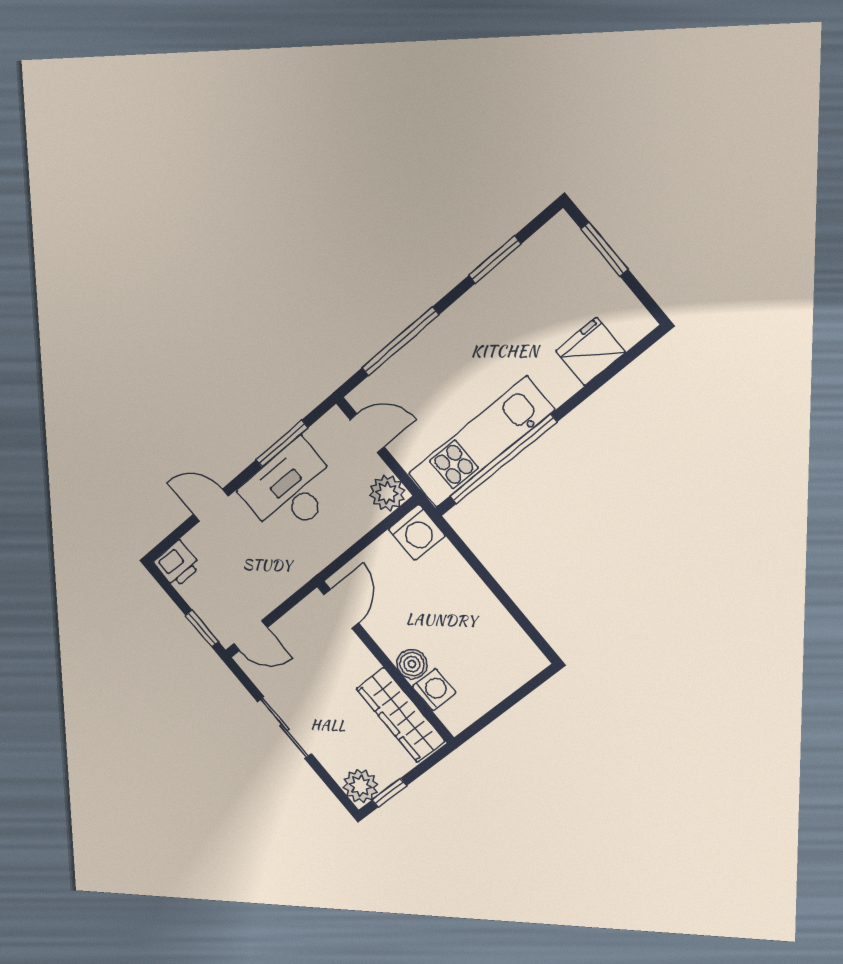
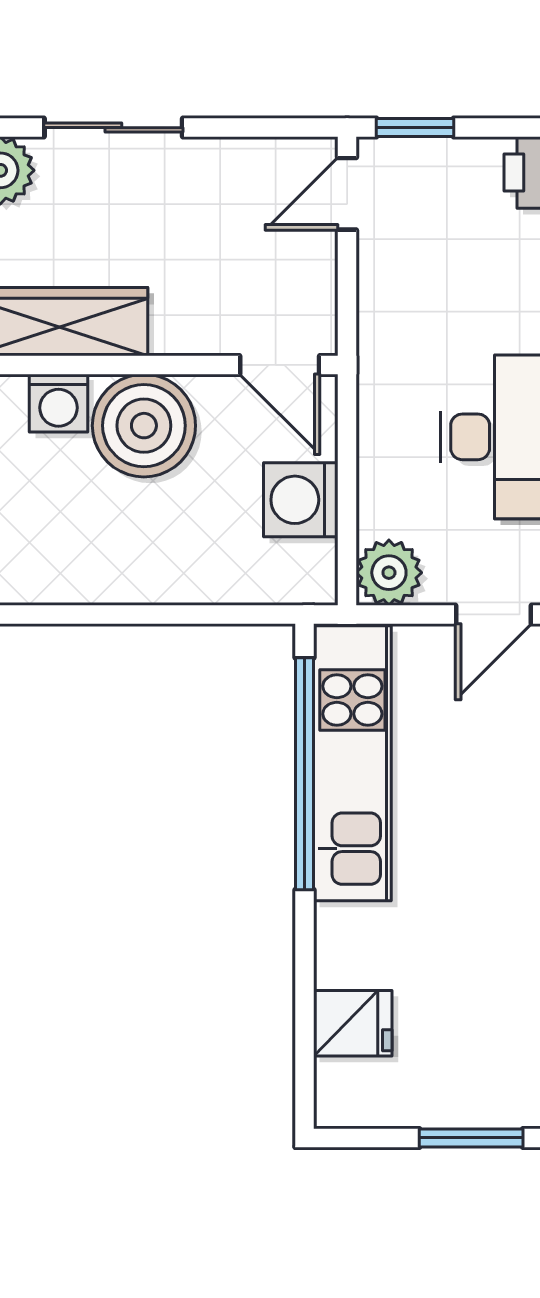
fridge: (590, 352) -> (353, 1023), width x0.72
washing machine: (417, 532) -> (301, 500), moved
boiler: (412, 664) -> (144, 426), width x1.86, depth x1.86
sliding door: (285, 728) -> (113, 128), moved

